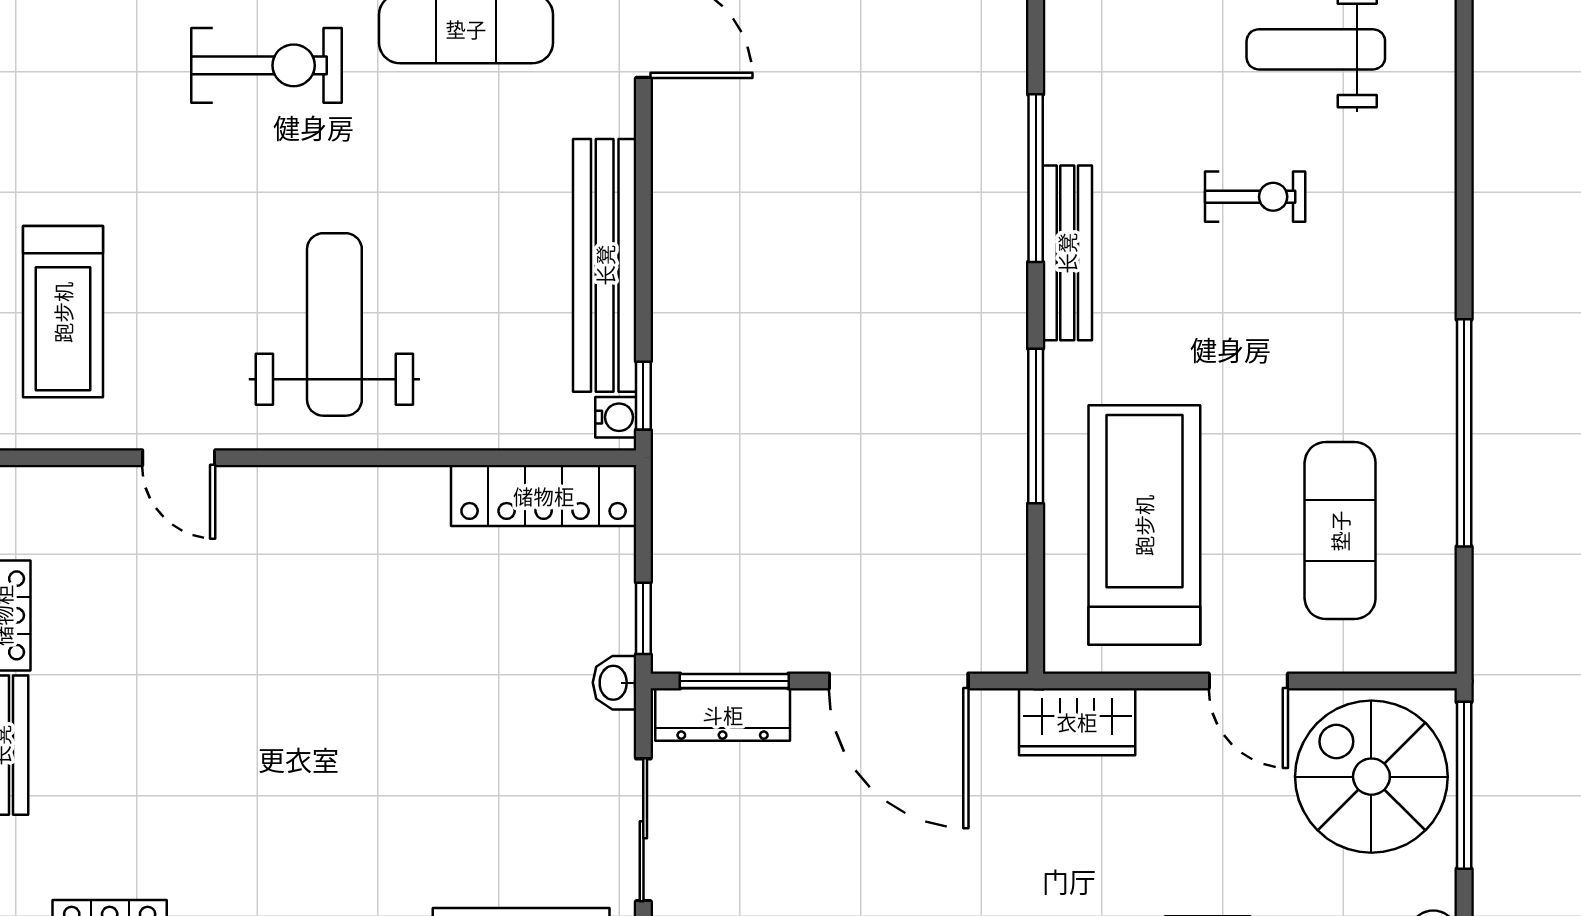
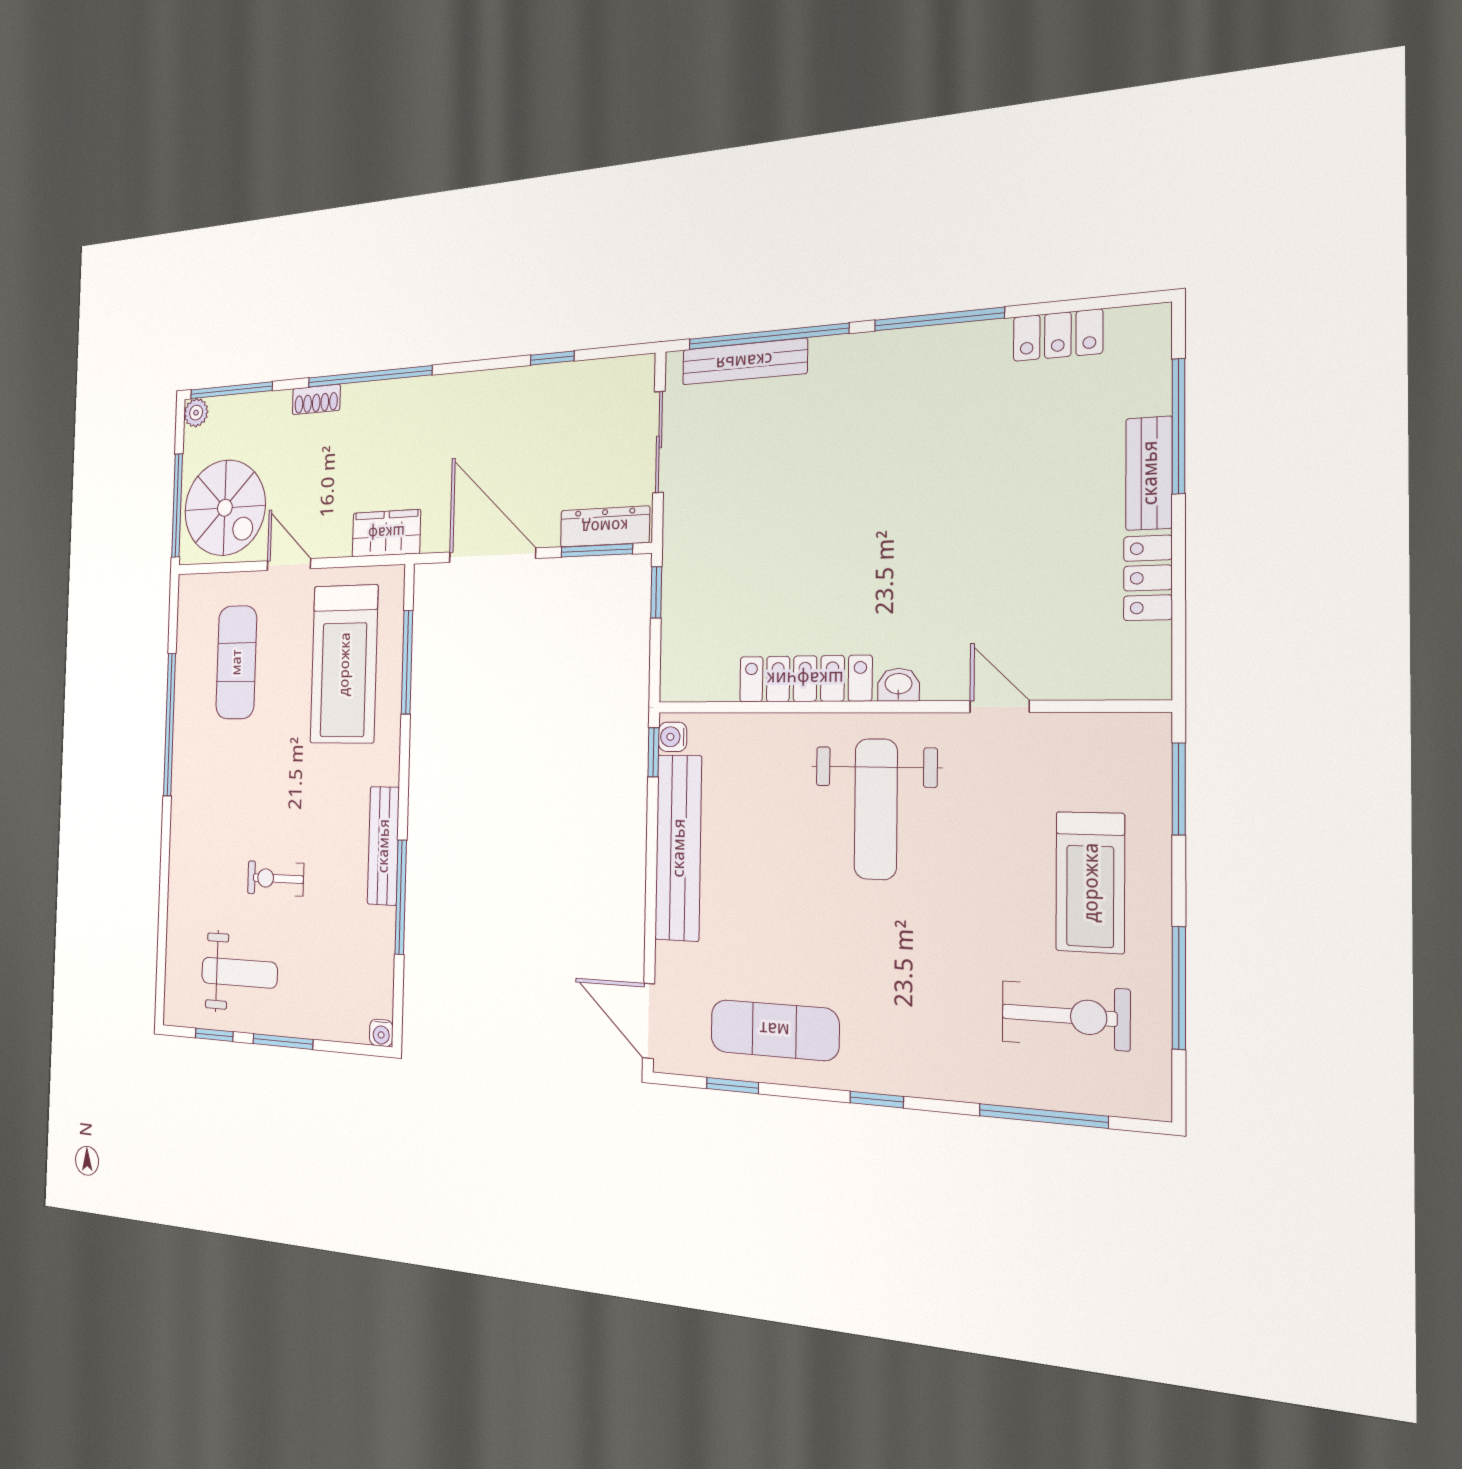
exercise bike: (267, 65) -> (1066, 1016), moved, turned 180
treadmill: (63, 312) -> (1090, 882), moved, turned 180
window: (1036, 426) -> (407, 662), moved
locker: (544, 496) -> (805, 679), moved
washbasin: (614, 683) -> (898, 685), moved, turned -90

